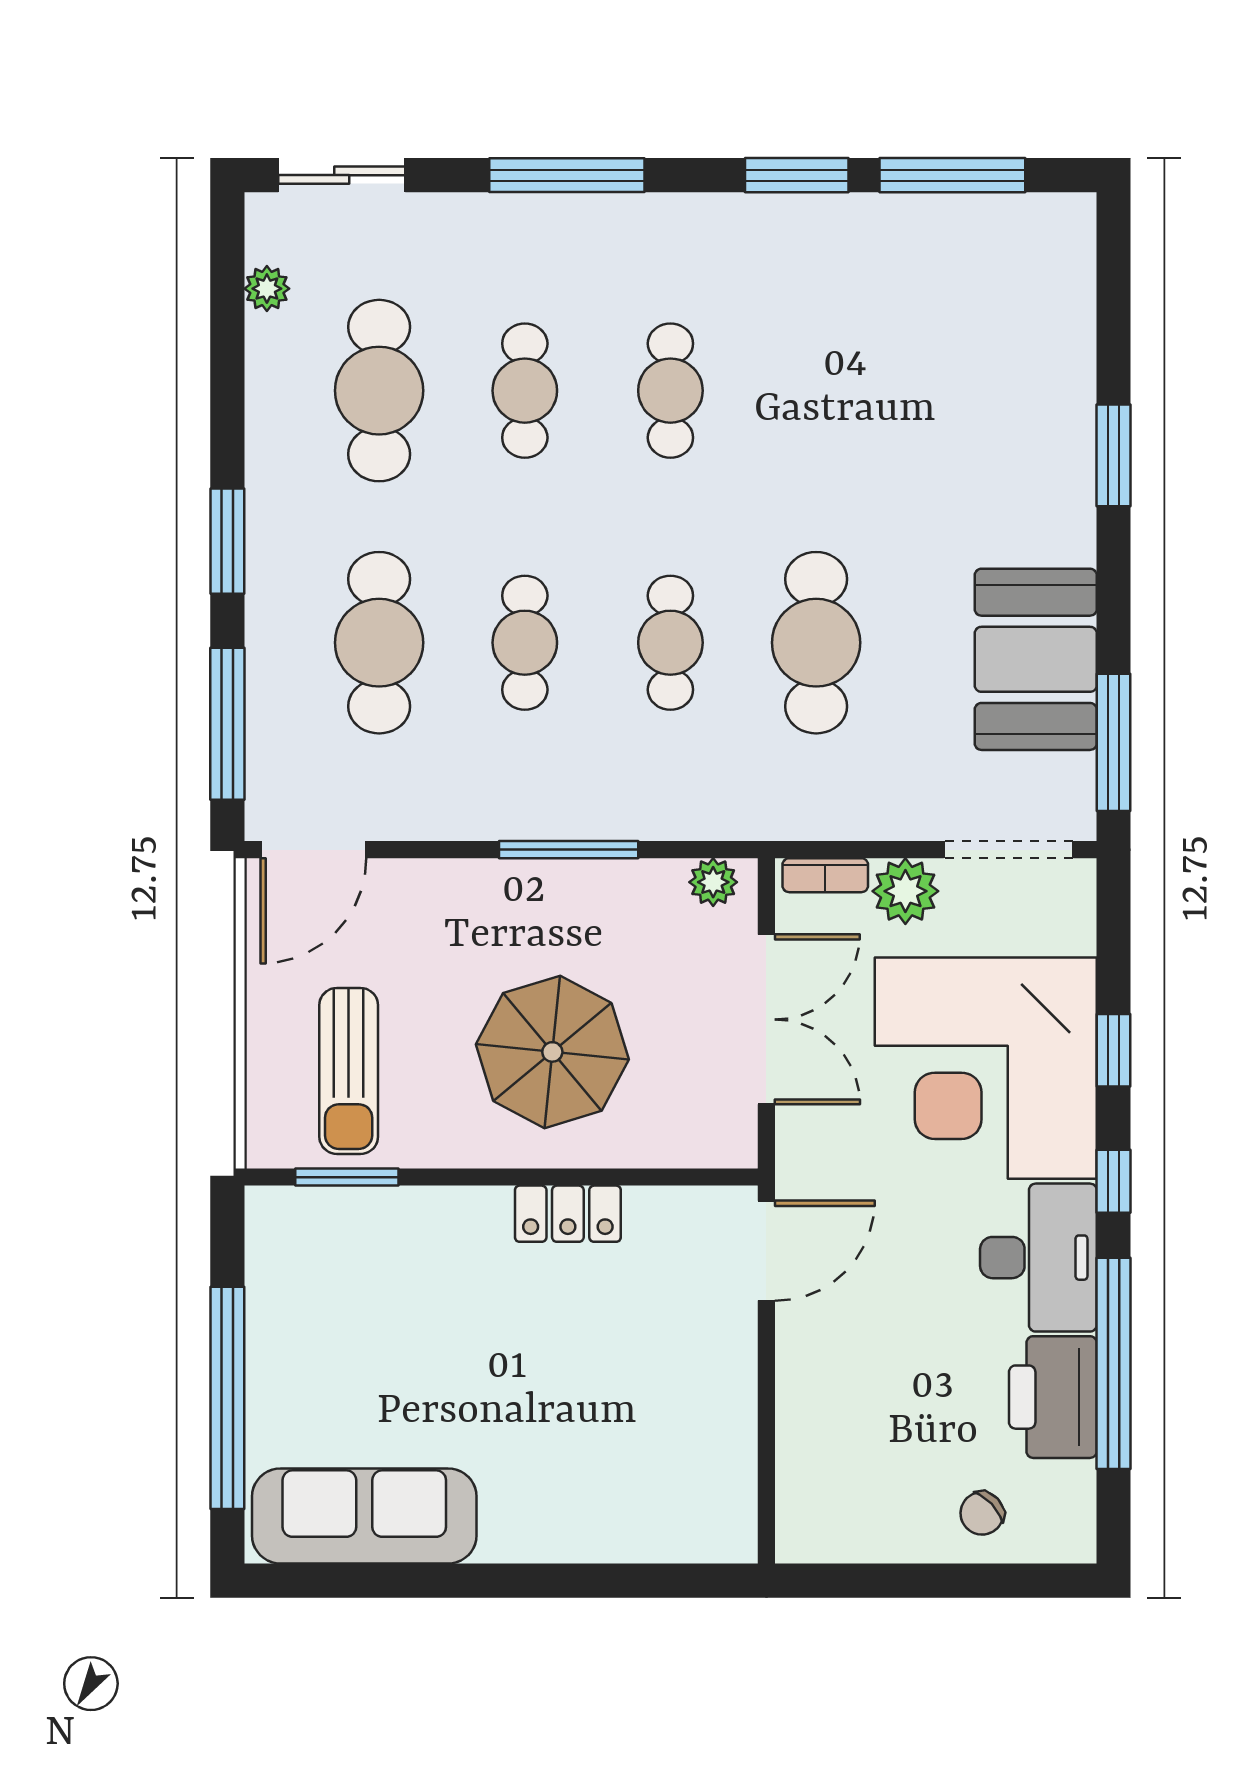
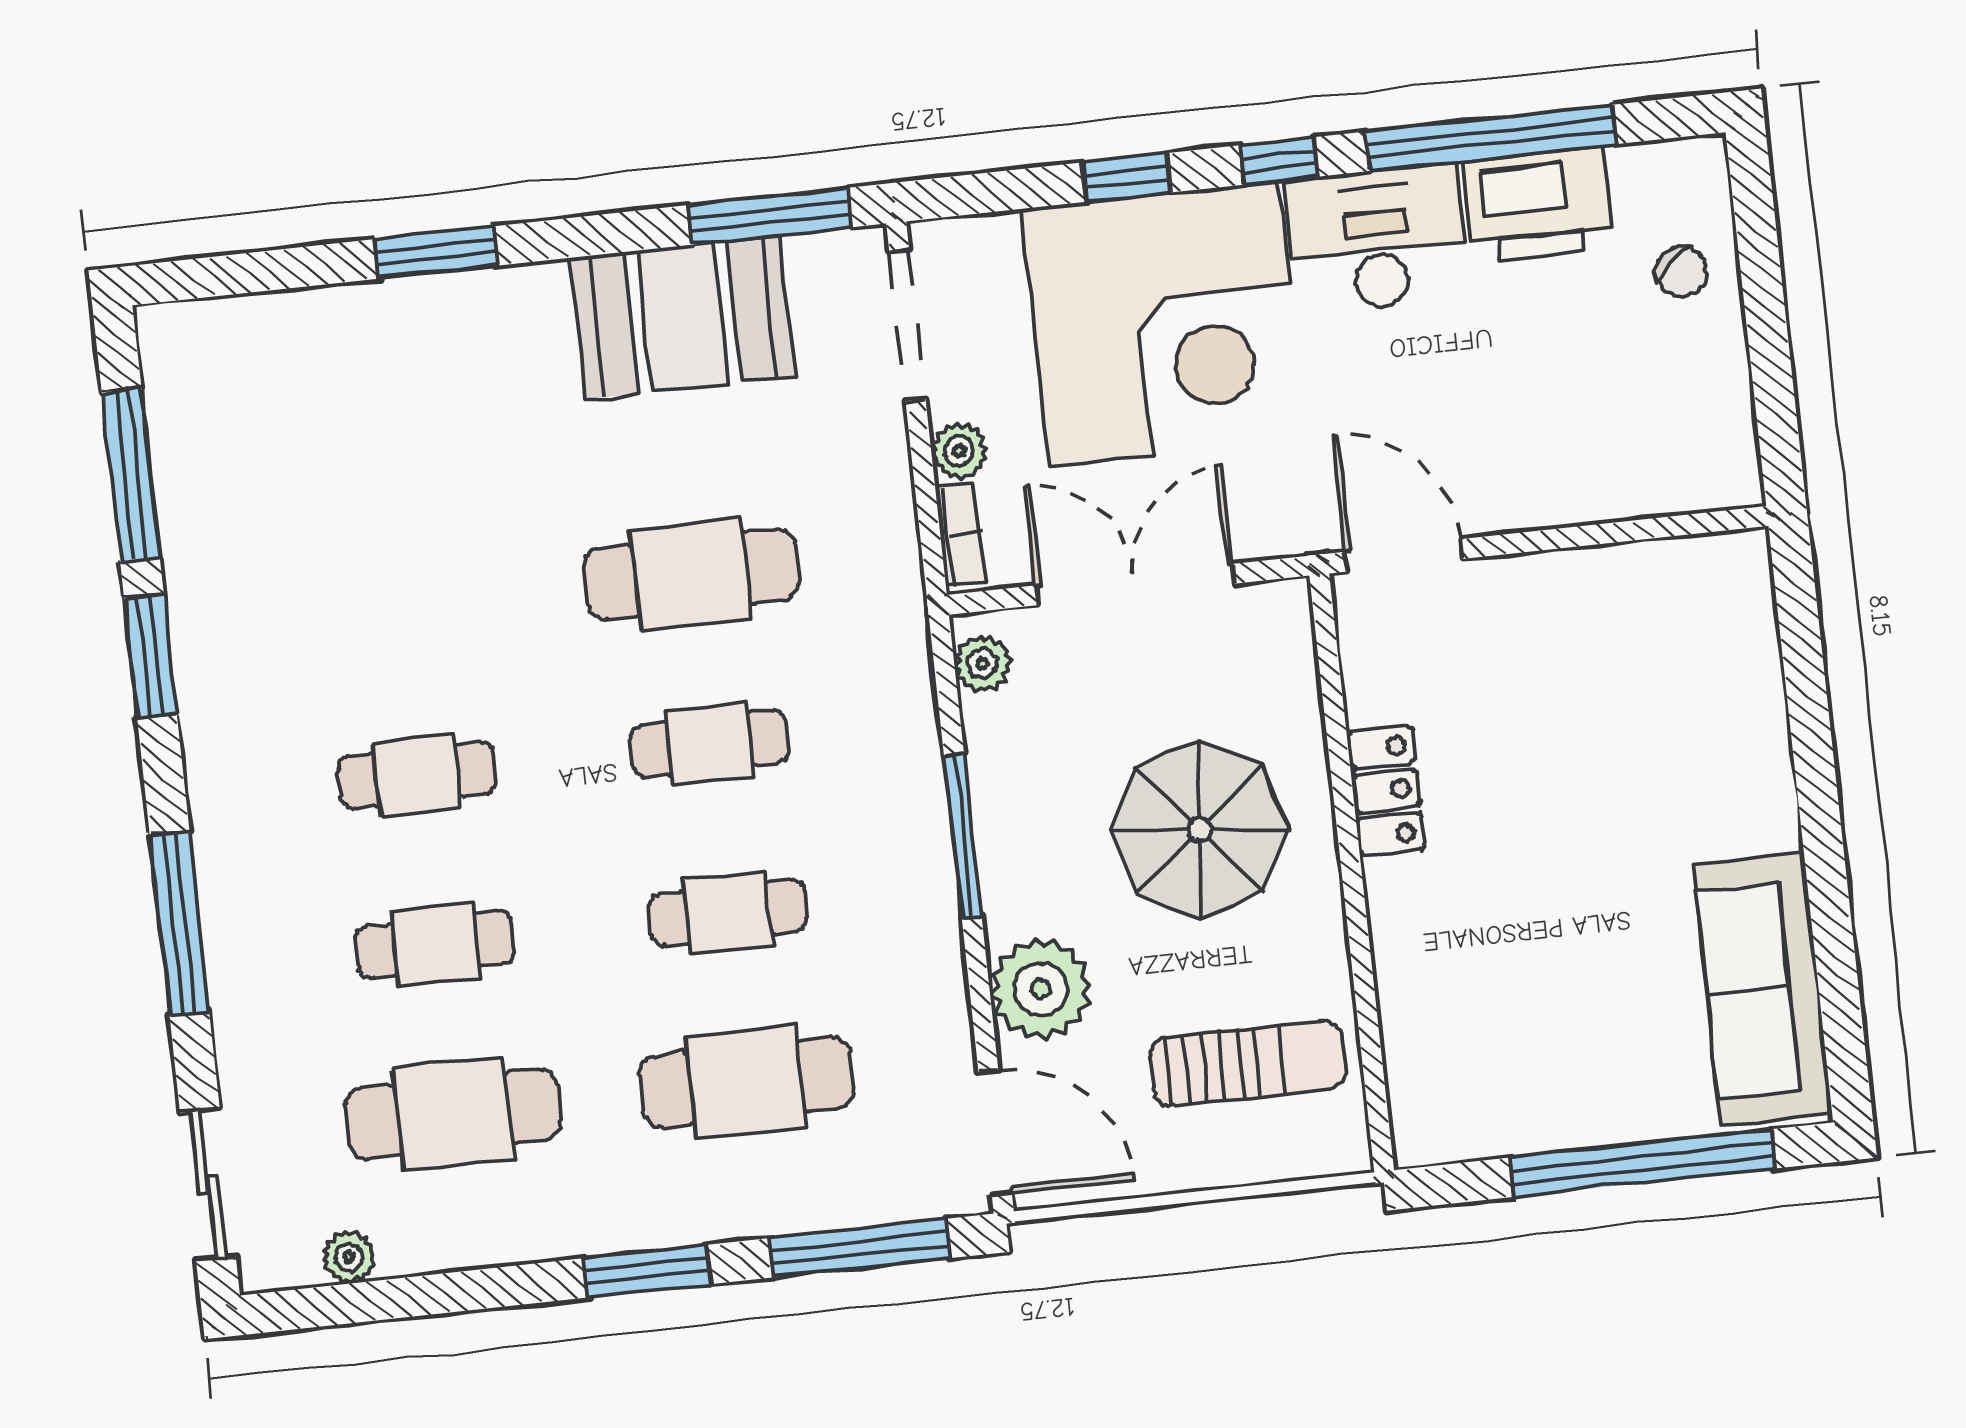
plant: (905, 891) -> (959, 451), width x0.73, depth x0.73
plant: (431, 902) -> (1041, 989), added
window: (347, 1177) -> (1371, 1052), removed

